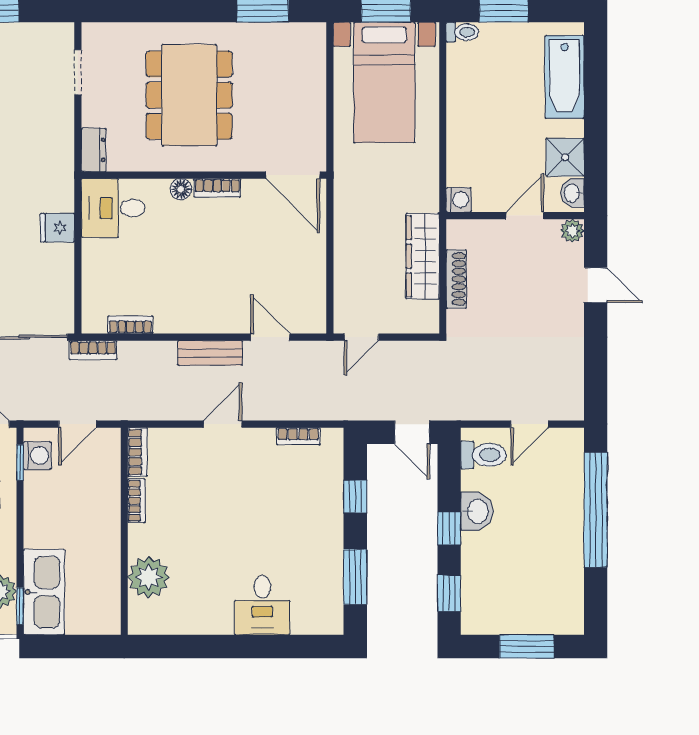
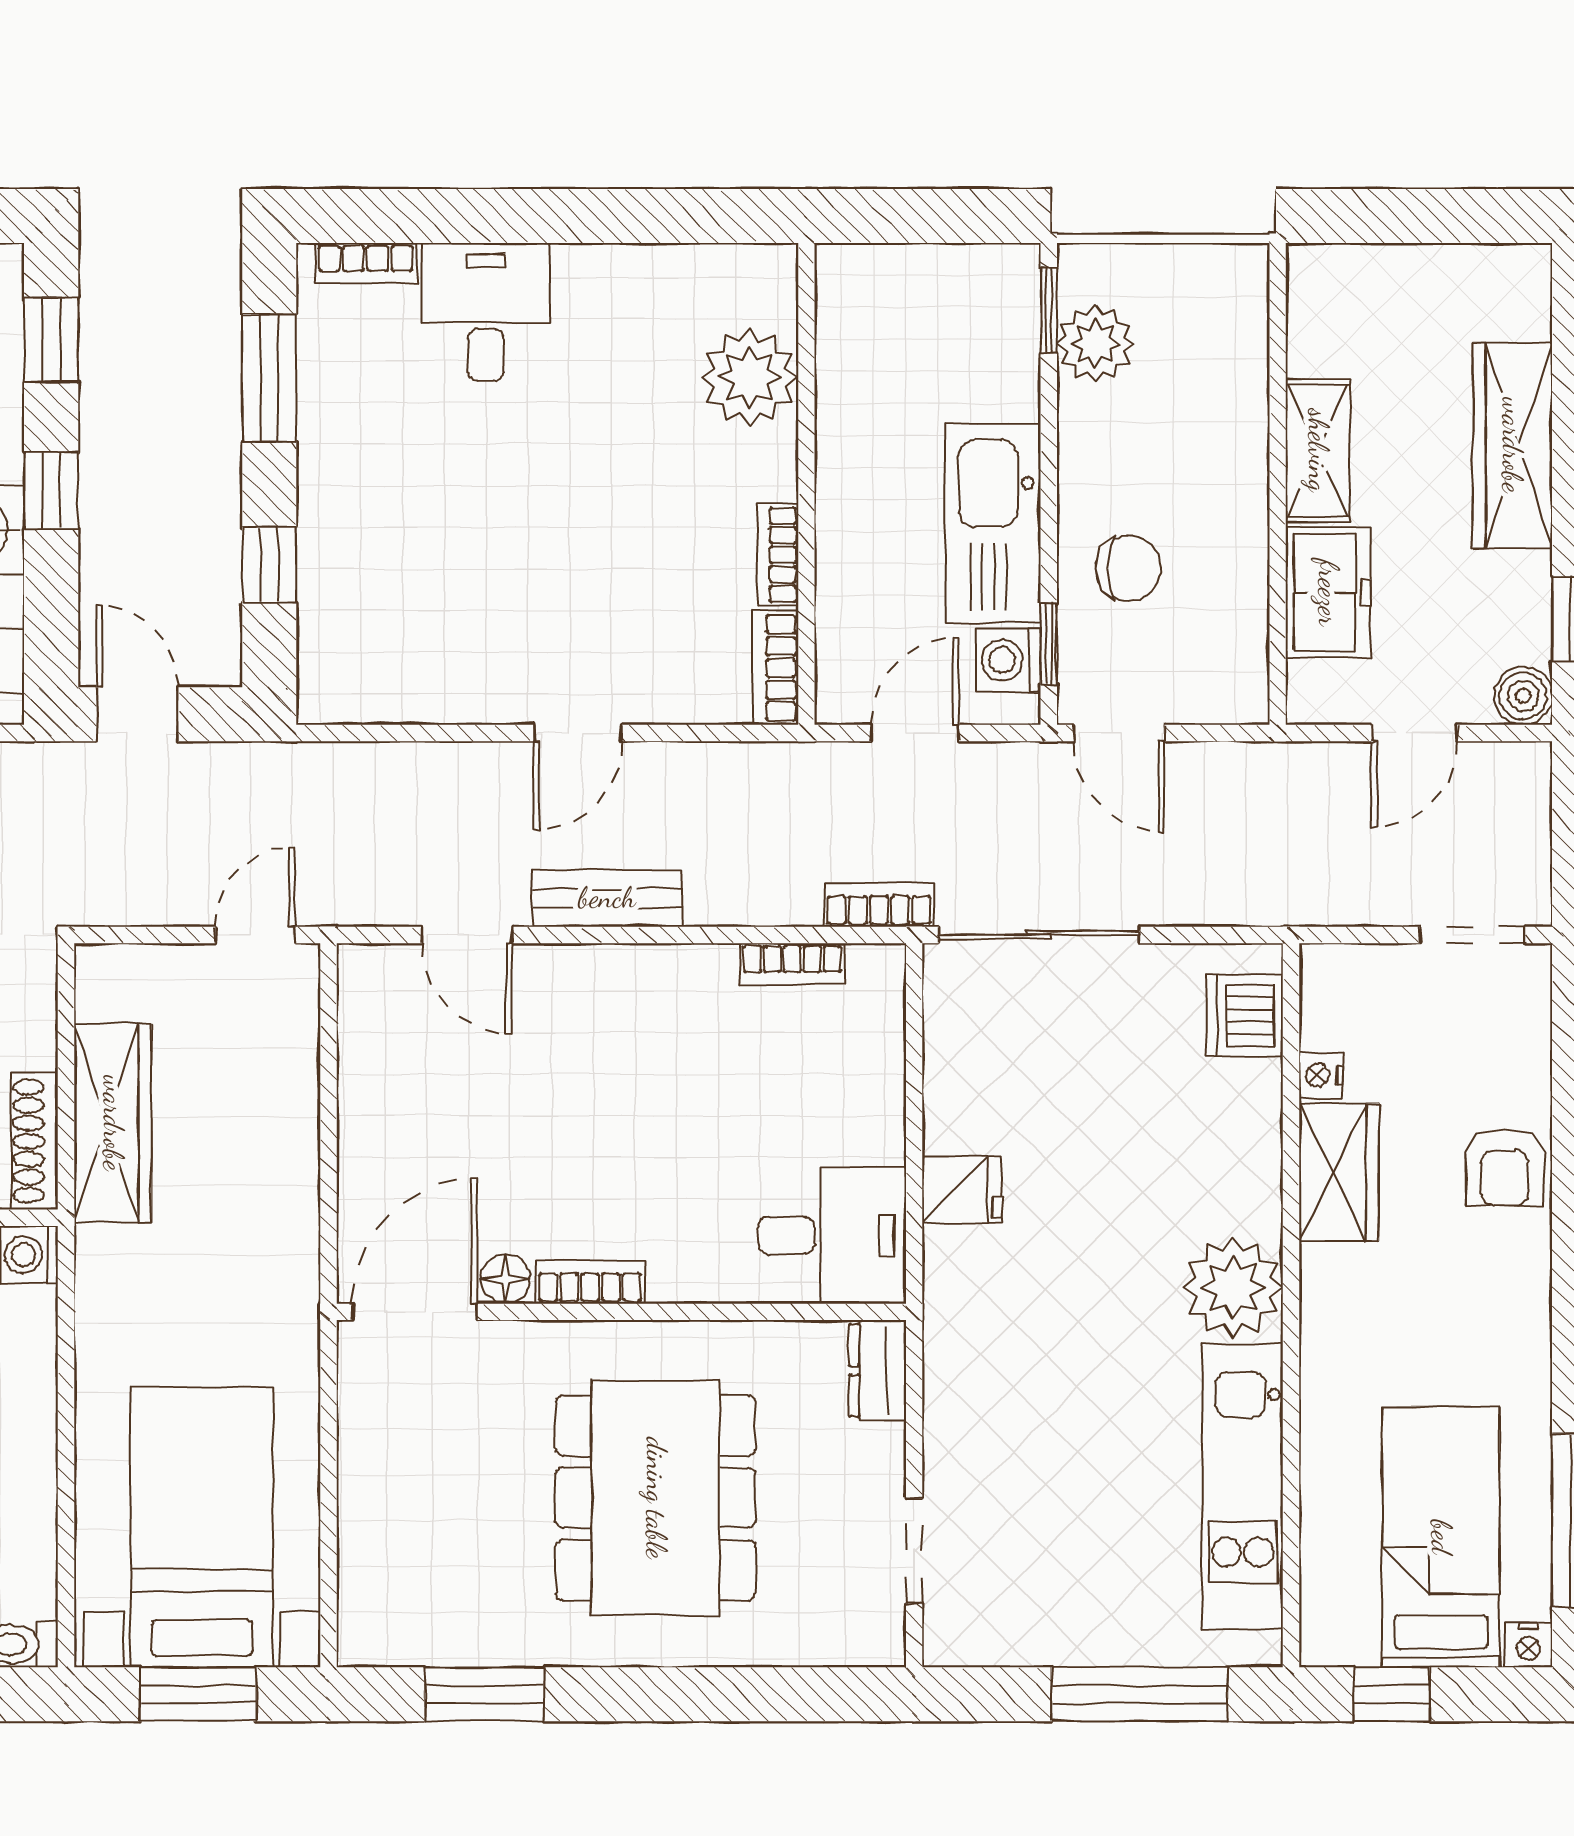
door: (293, 175) -> (415, 1312), hinge flipped
floor lamp: (181, 189) -> (505, 1279), moved
shoe rack: (456, 279) -> (35, 1141), moved
bookcase: (298, 436) -> (366, 263), moved, turned 180
kitchen sink: (44, 592) -> (993, 523), moved

